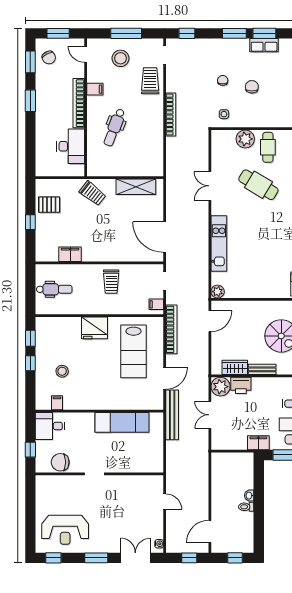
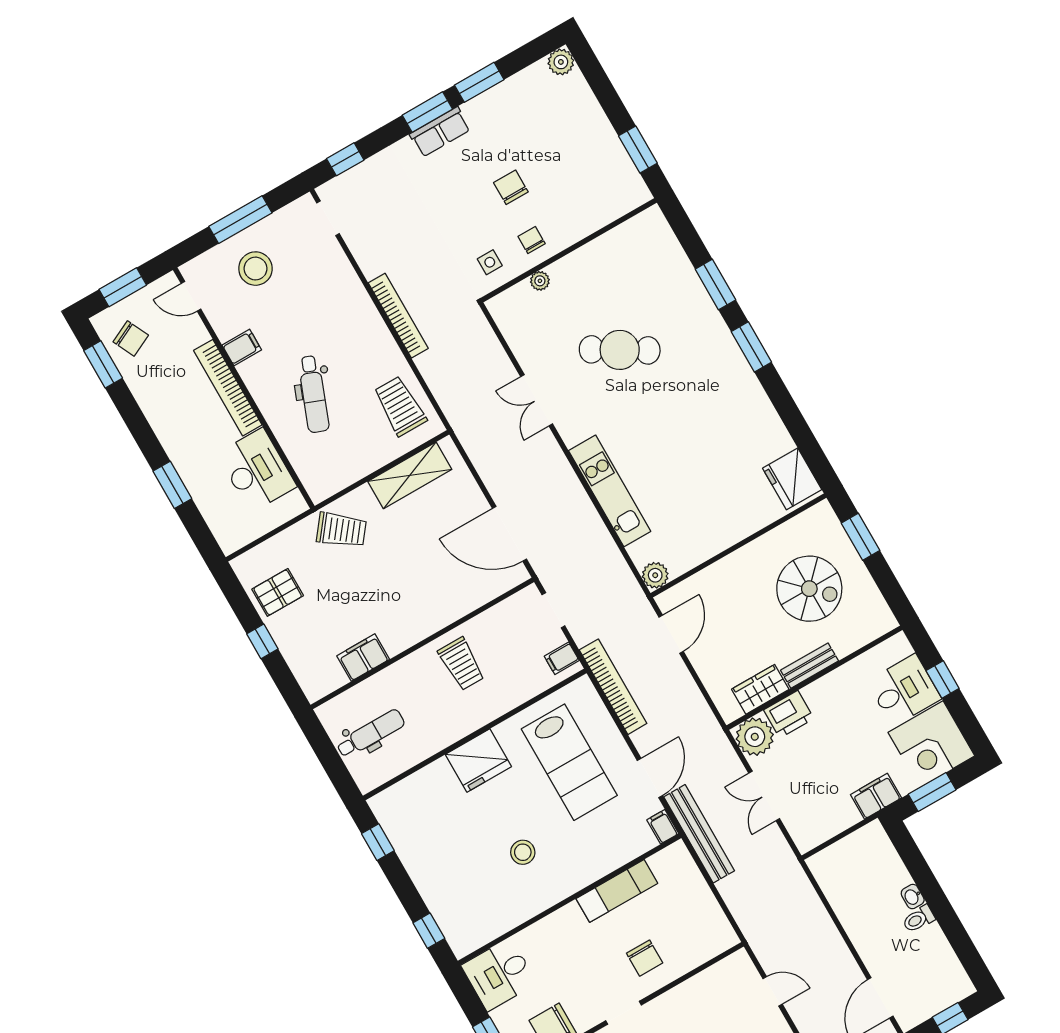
row of seats: (264, 45) -> (440, 132), moved
chair: (223, 80) -> (532, 240), moved
trolley: (150, 81) -> (400, 406), moved
window: (30, 101) -> (172, 485), moved
plant: (245, 139) -> (540, 281), width x0.53, depth x0.53
cafe table: (268, 147) -> (599, 276), removed
window: (30, 363) -> (429, 931), moved
stool: (62, 371) -> (523, 852), moved
filing cabinet: (57, 403) -> (663, 827), moved
exam couch: (122, 422) -> (617, 891), width x0.73, depth x0.69
chair: (117, 455) -> (645, 958), added

